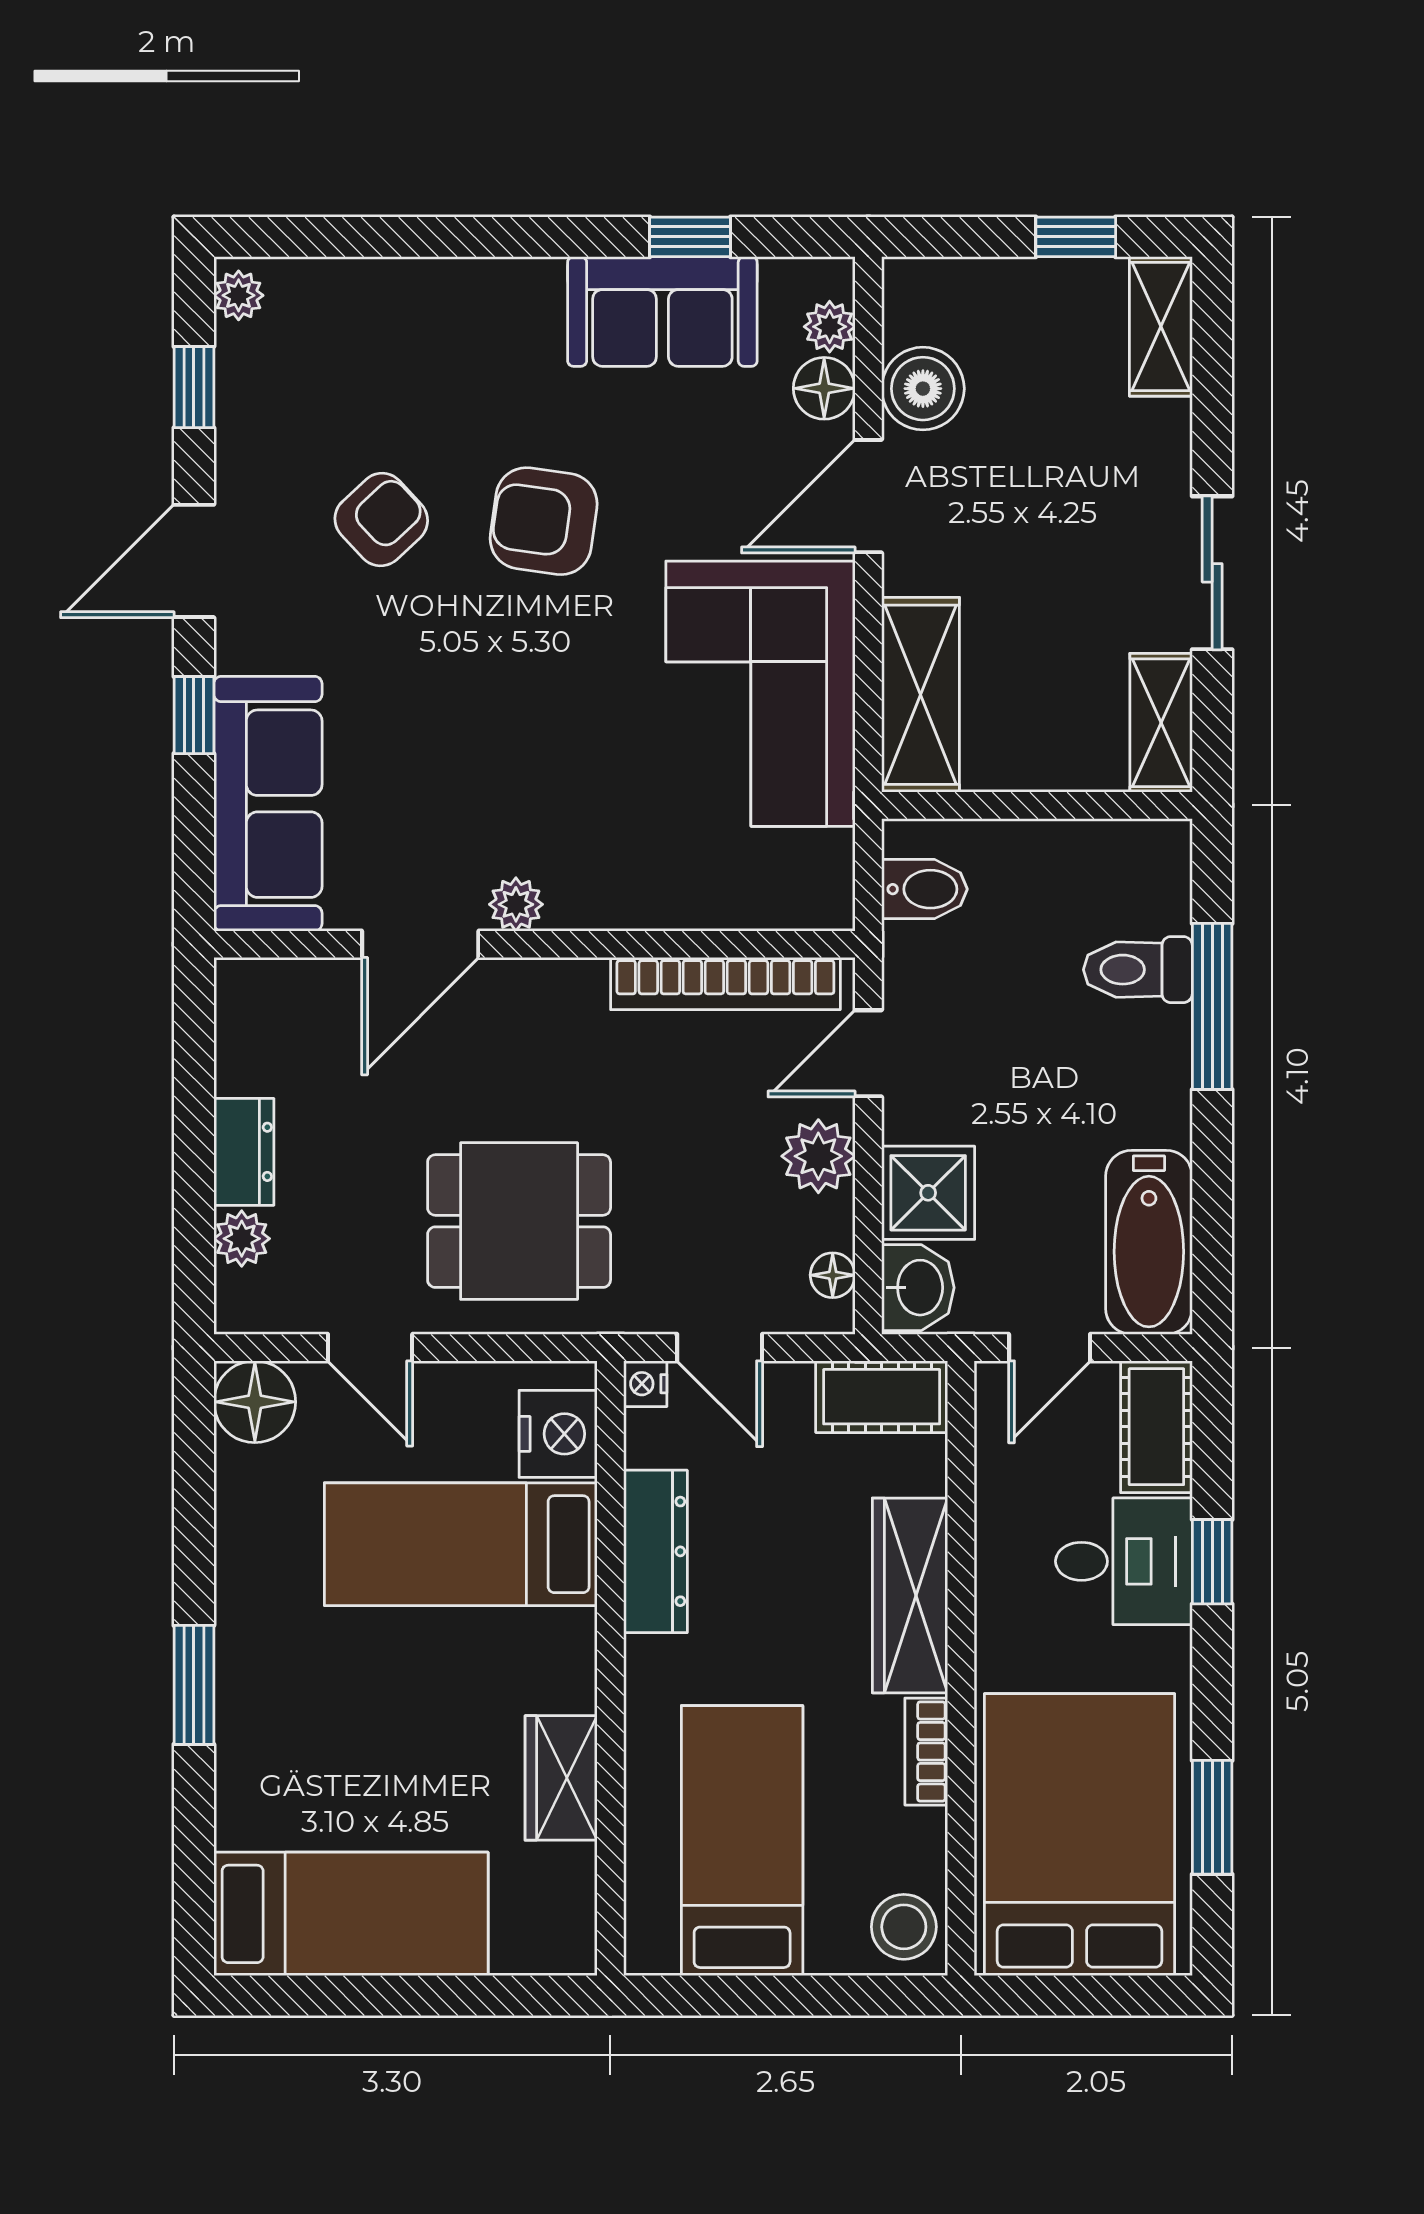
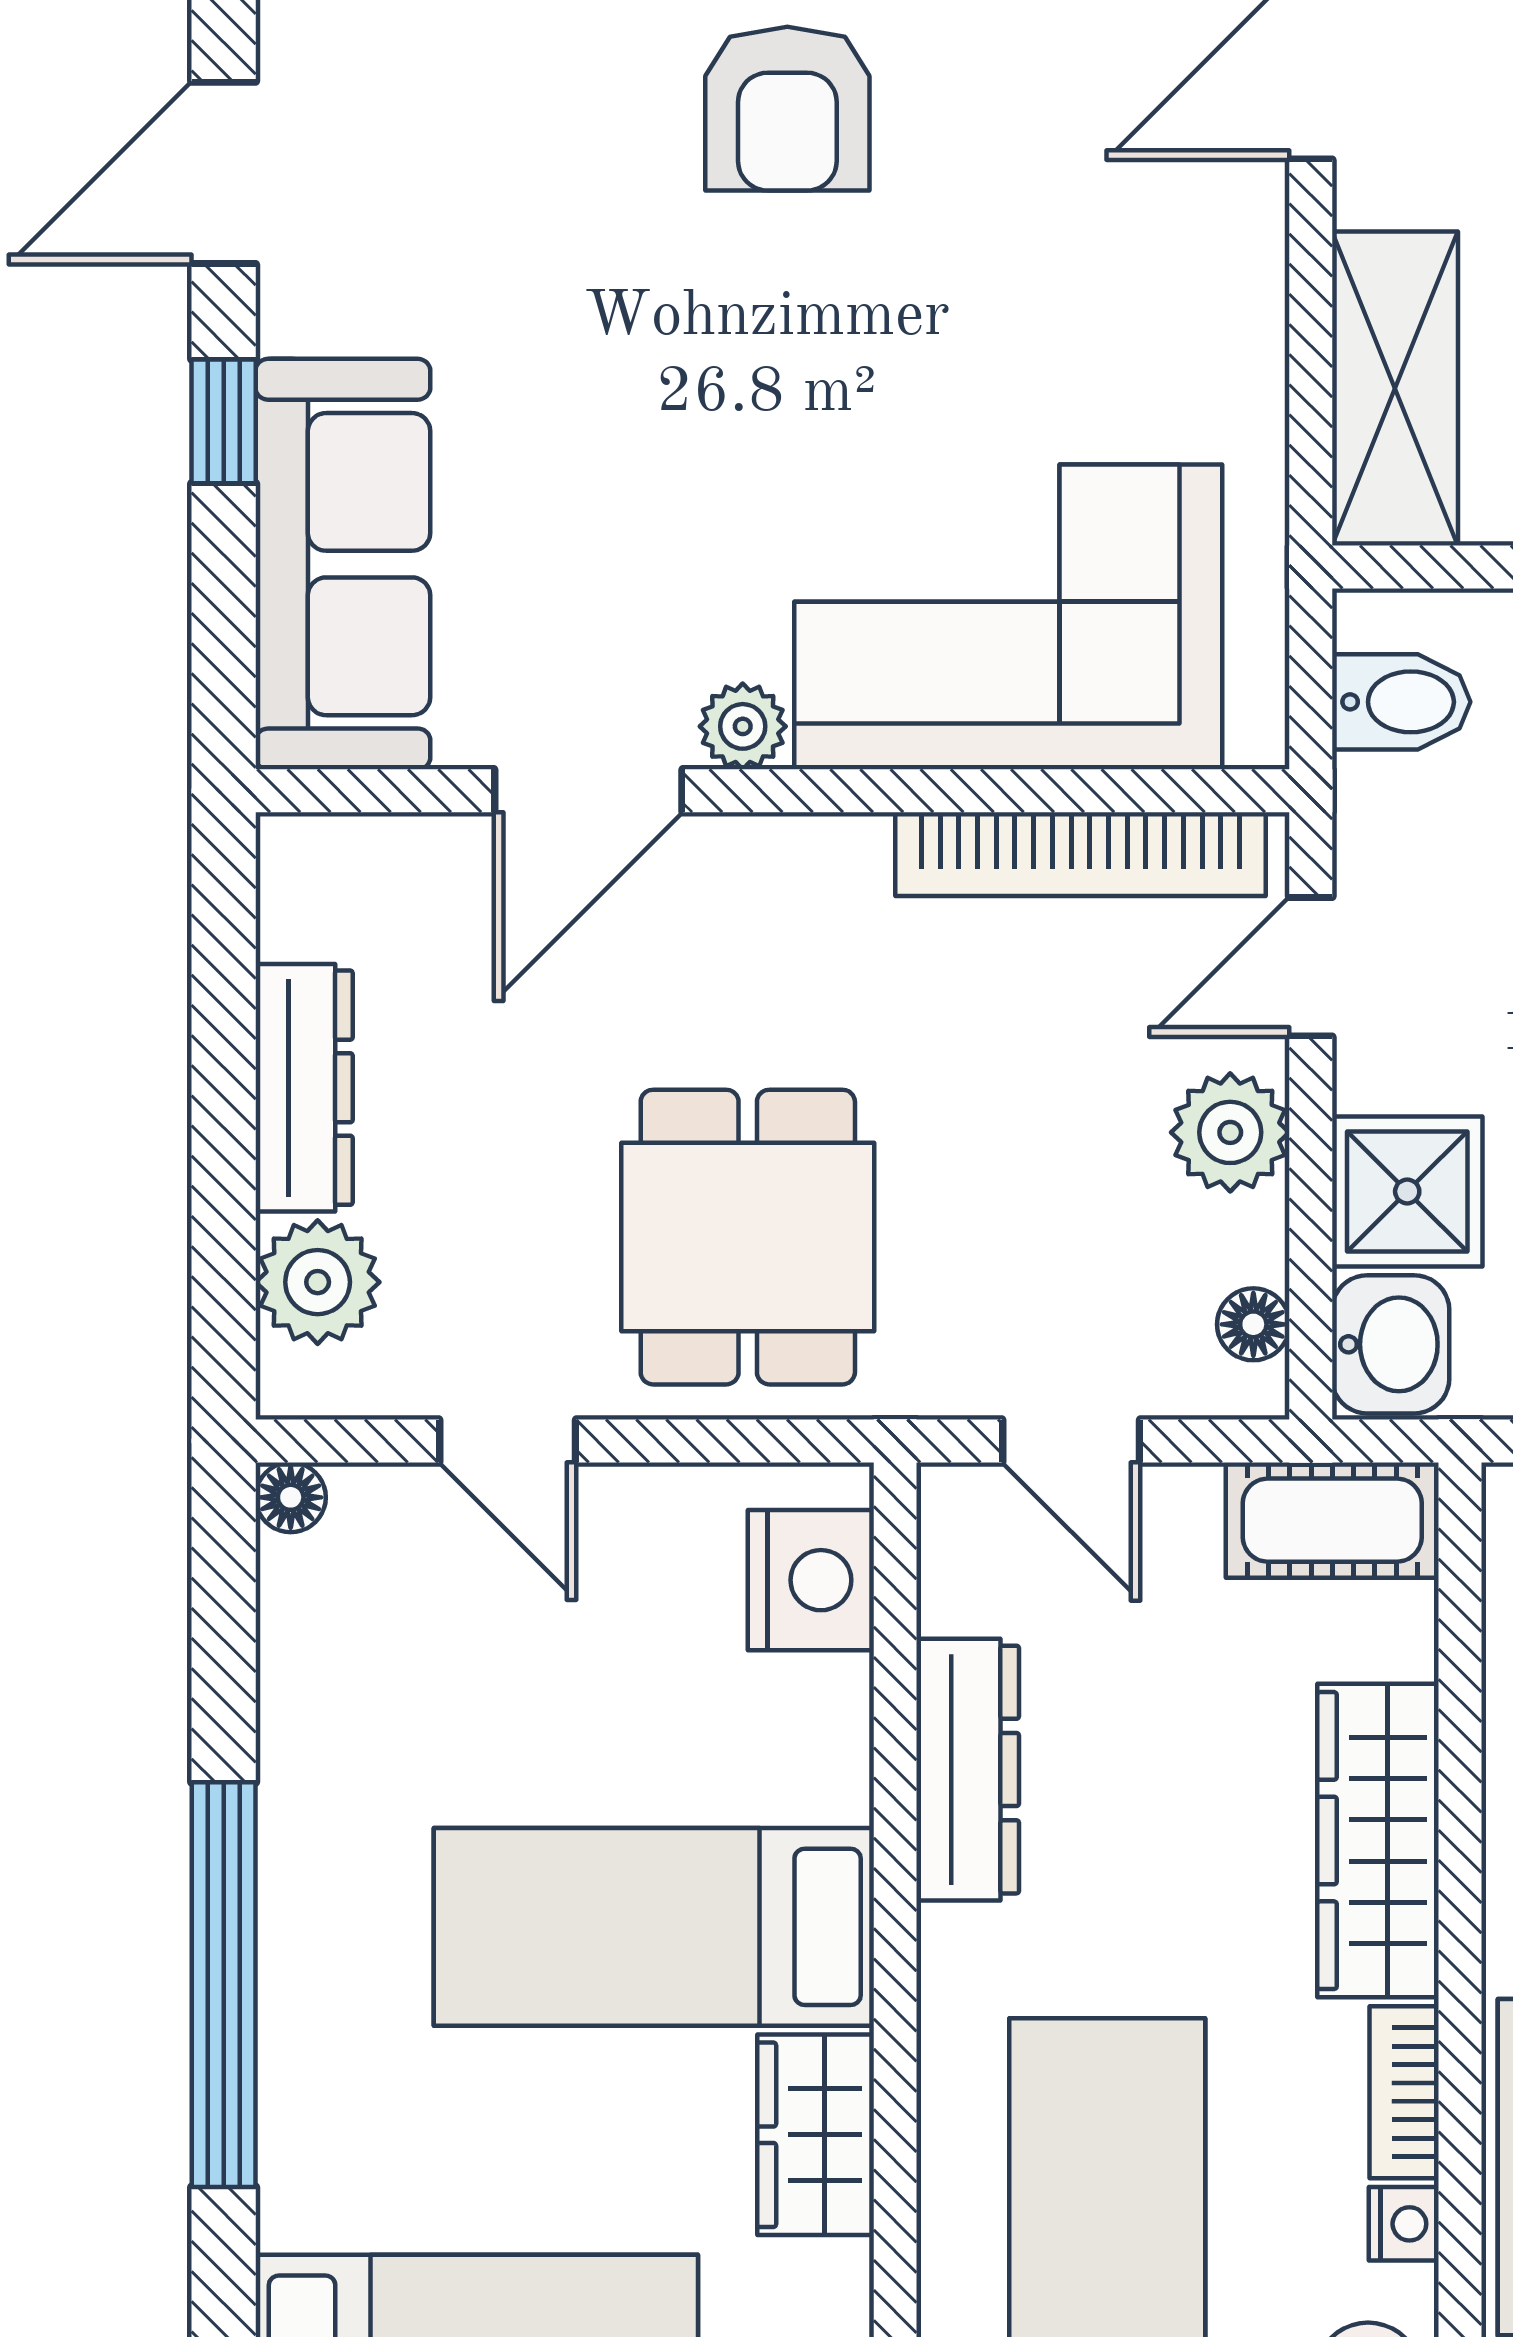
armchair: (381, 520) -> (526, 106), removed
armchair: (544, 521) -> (787, 109), turned -98
corner sofa: (760, 694) -> (1008, 617), moved, turned 90
dresser: (244, 1152) -> (304, 1088), width x1.44
dining table: (519, 1221) -> (748, 1237), turned 90
plant: (242, 1239) -> (318, 1282), width x1.38, depth x1.38
nightstand: (645, 1384) -> (1404, 2224), moved, turned 180
floor lamp: (255, 1402) -> (291, 1497), width x0.53, depth x0.53
bed: (461, 1544) -> (654, 1927), moved
window: (194, 1685) -> (224, 1985), width x2.11

